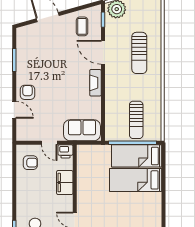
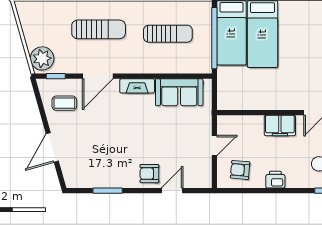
sun lounger: (136, 120) -> (168, 34), moved
sofa: (82, 130) -> (179, 92), moved, turned -90
printer: (65, 151) -> (275, 180), moved, turned -90
armchair: (30, 163) -> (240, 170), turned -85
filing cabinet: (65, 183) -> (280, 125), moved

